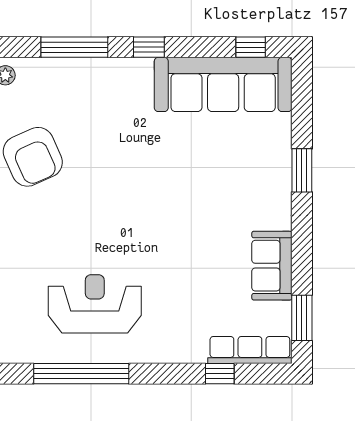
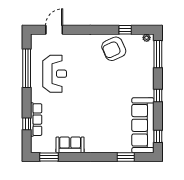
window: (74, 47) -> (158, 54), moved
window: (302, 170) -> (126, 157), moved
row of seats: (250, 350) -> (36, 120), moved

